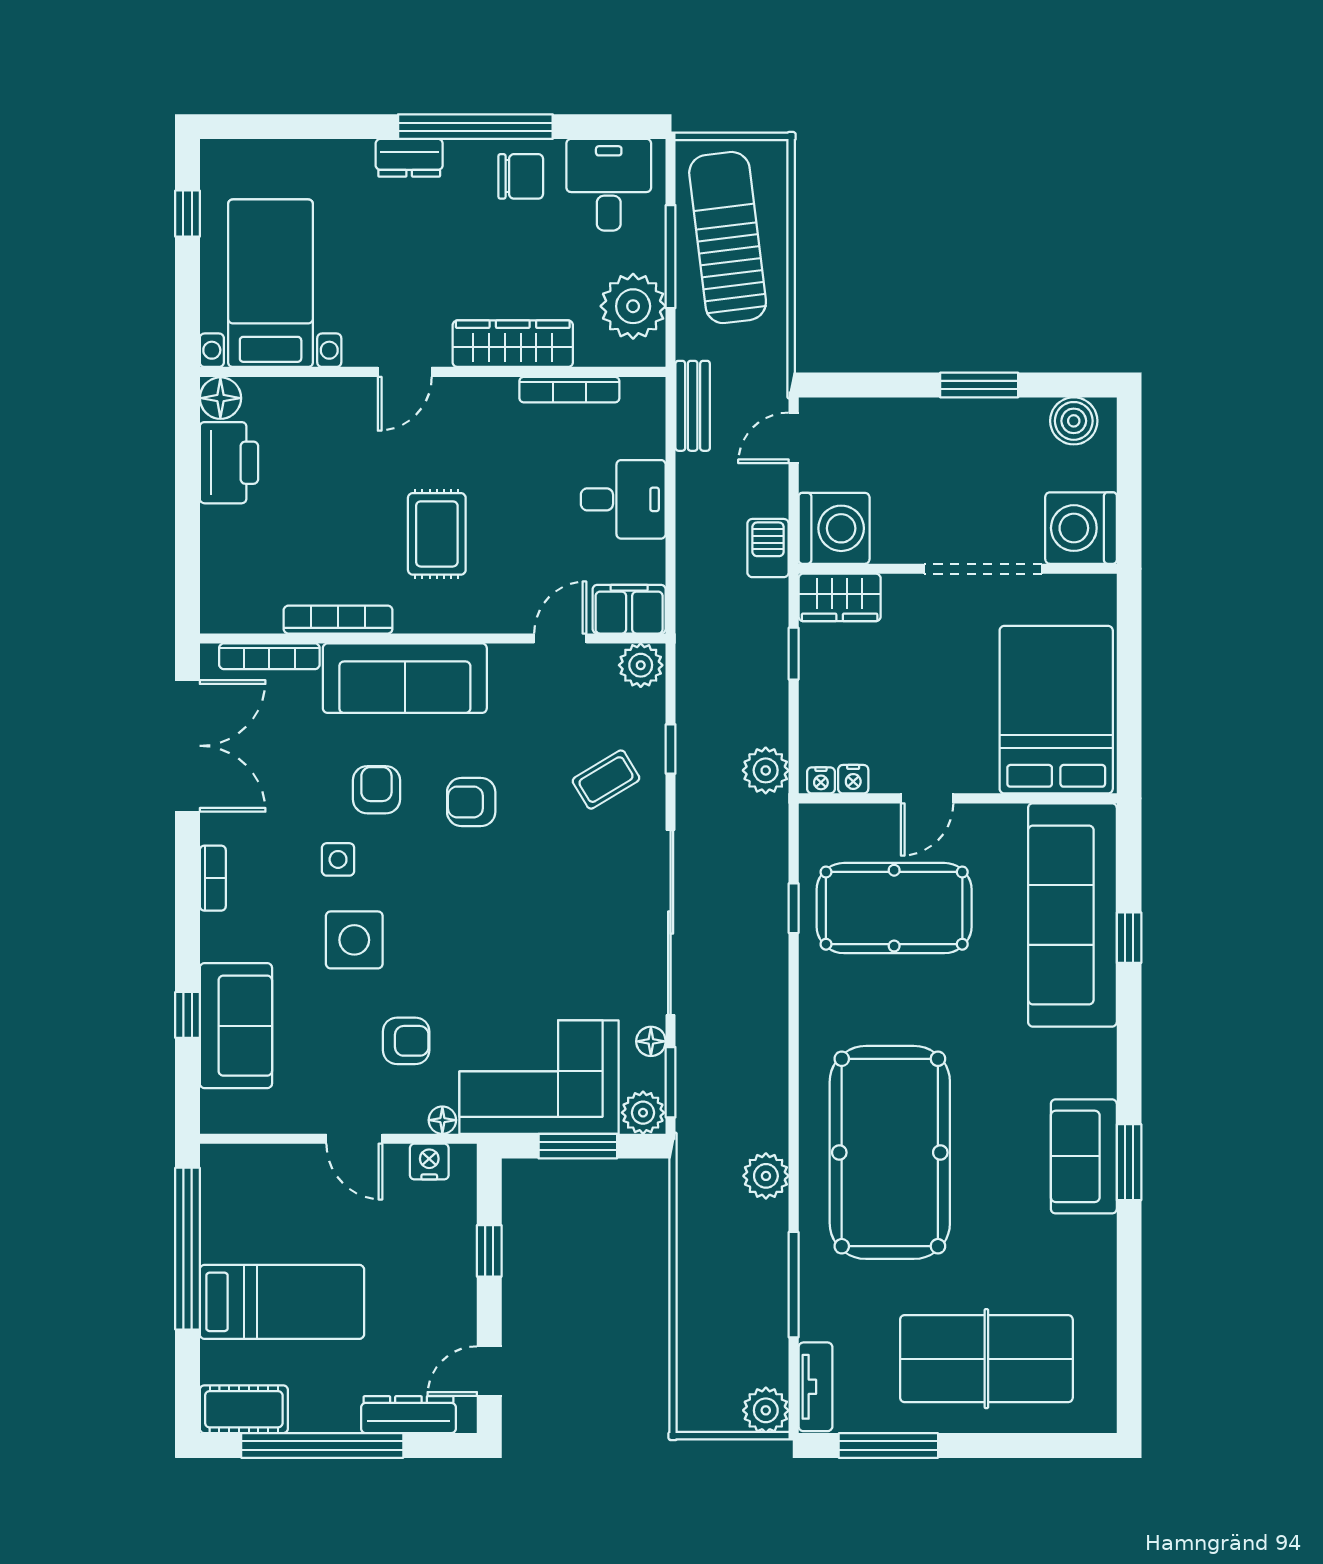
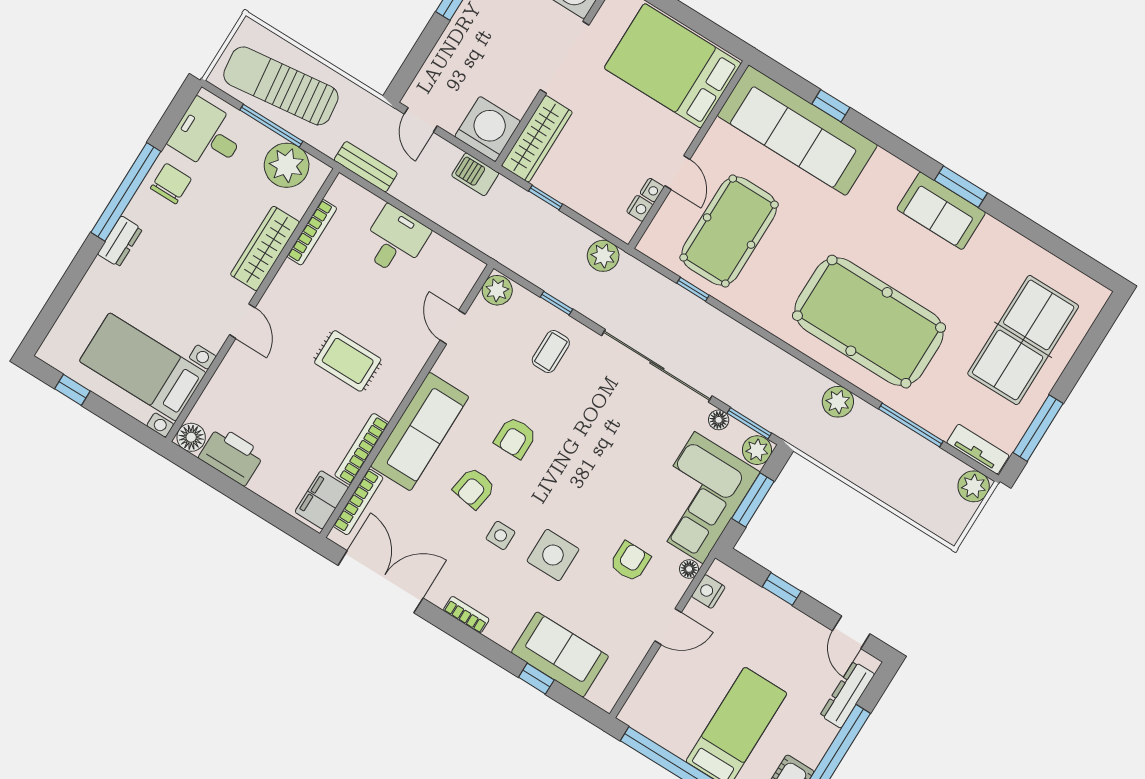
wardrobe: (840, 597) -> (537, 139), width x1.50
filing cabinet: (629, 609) -> (322, 500), moved
coffee table: (606, 780) -> (551, 352), turned 31
nightstand: (821, 780) -> (652, 190), moved
armchair: (376, 790) -> (474, 488), turned -81

